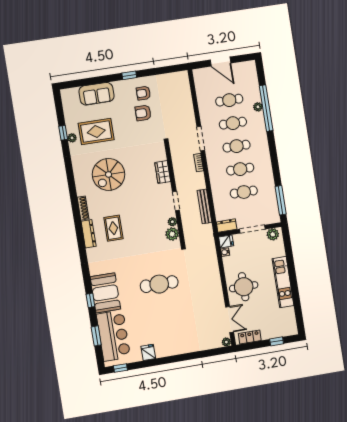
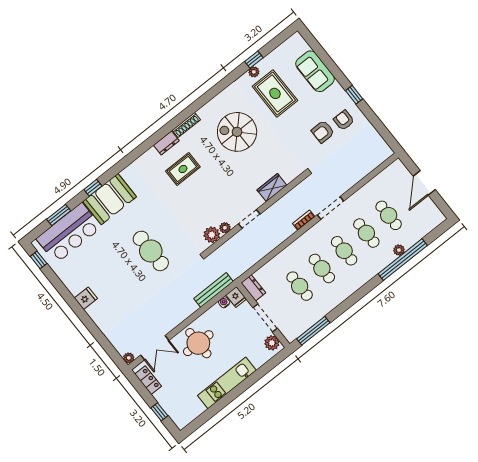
armchair: (143, 113) -> (323, 132), turned -90
bench: (204, 206) -> (213, 290), moved
dresser: (89, 234) -> (166, 143), width x0.70
fridge: (148, 352) -> (86, 298), moved

